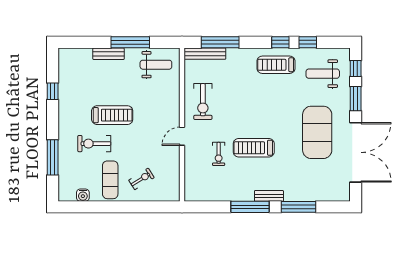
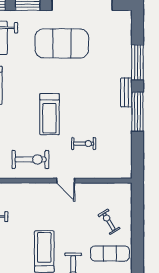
treadmill: (254, 148) -> (49, 114), moved

